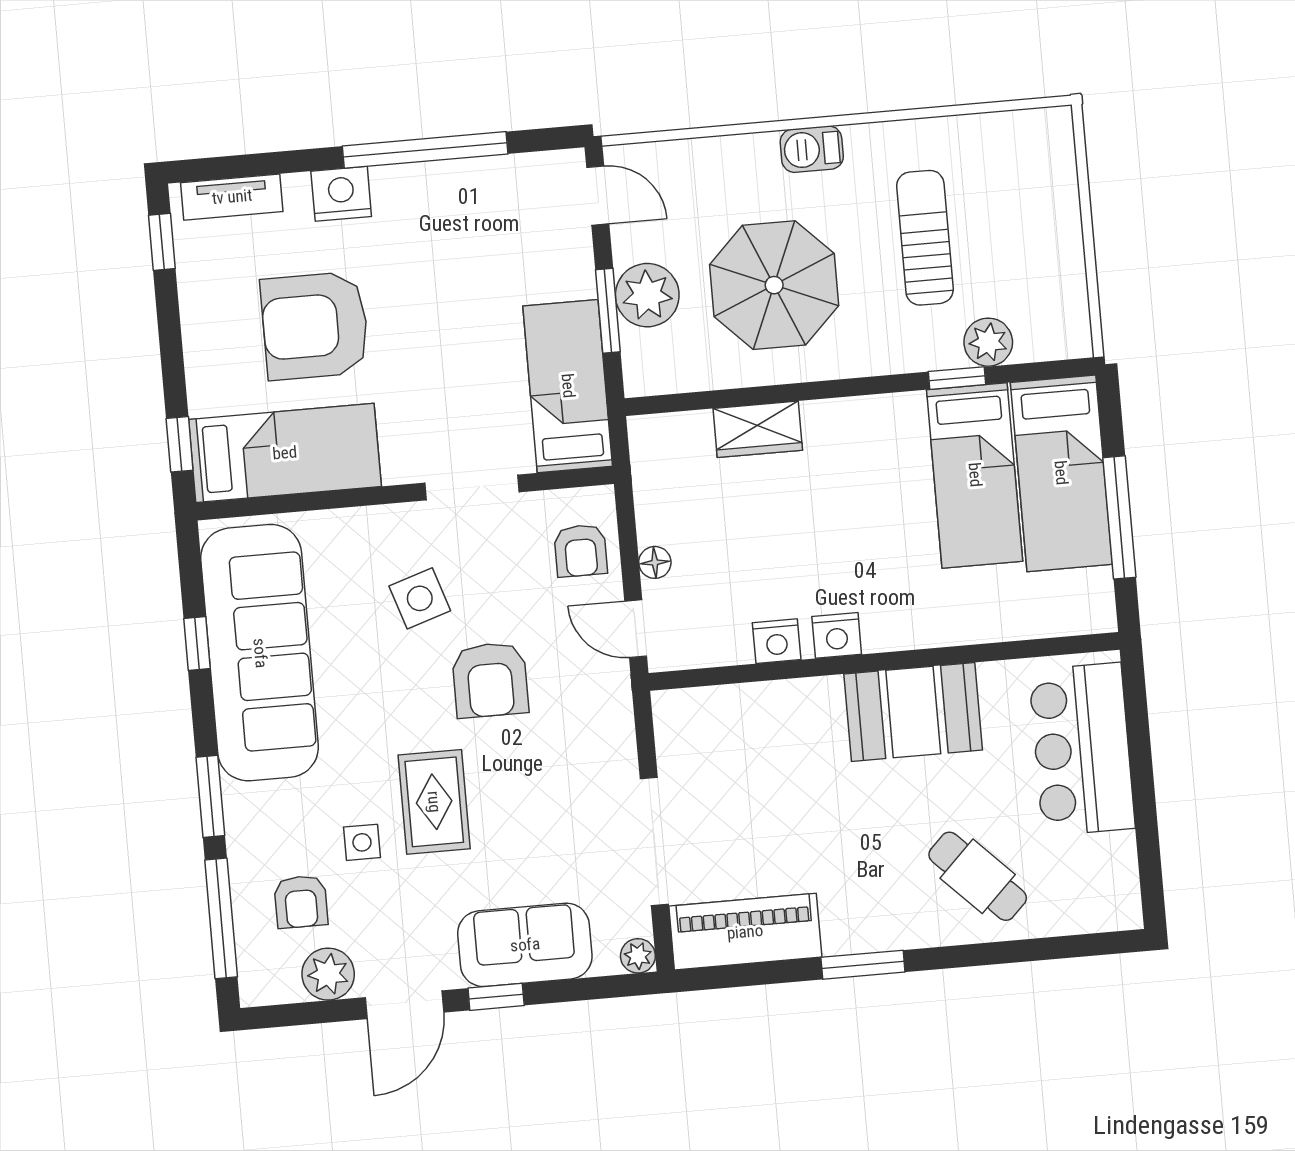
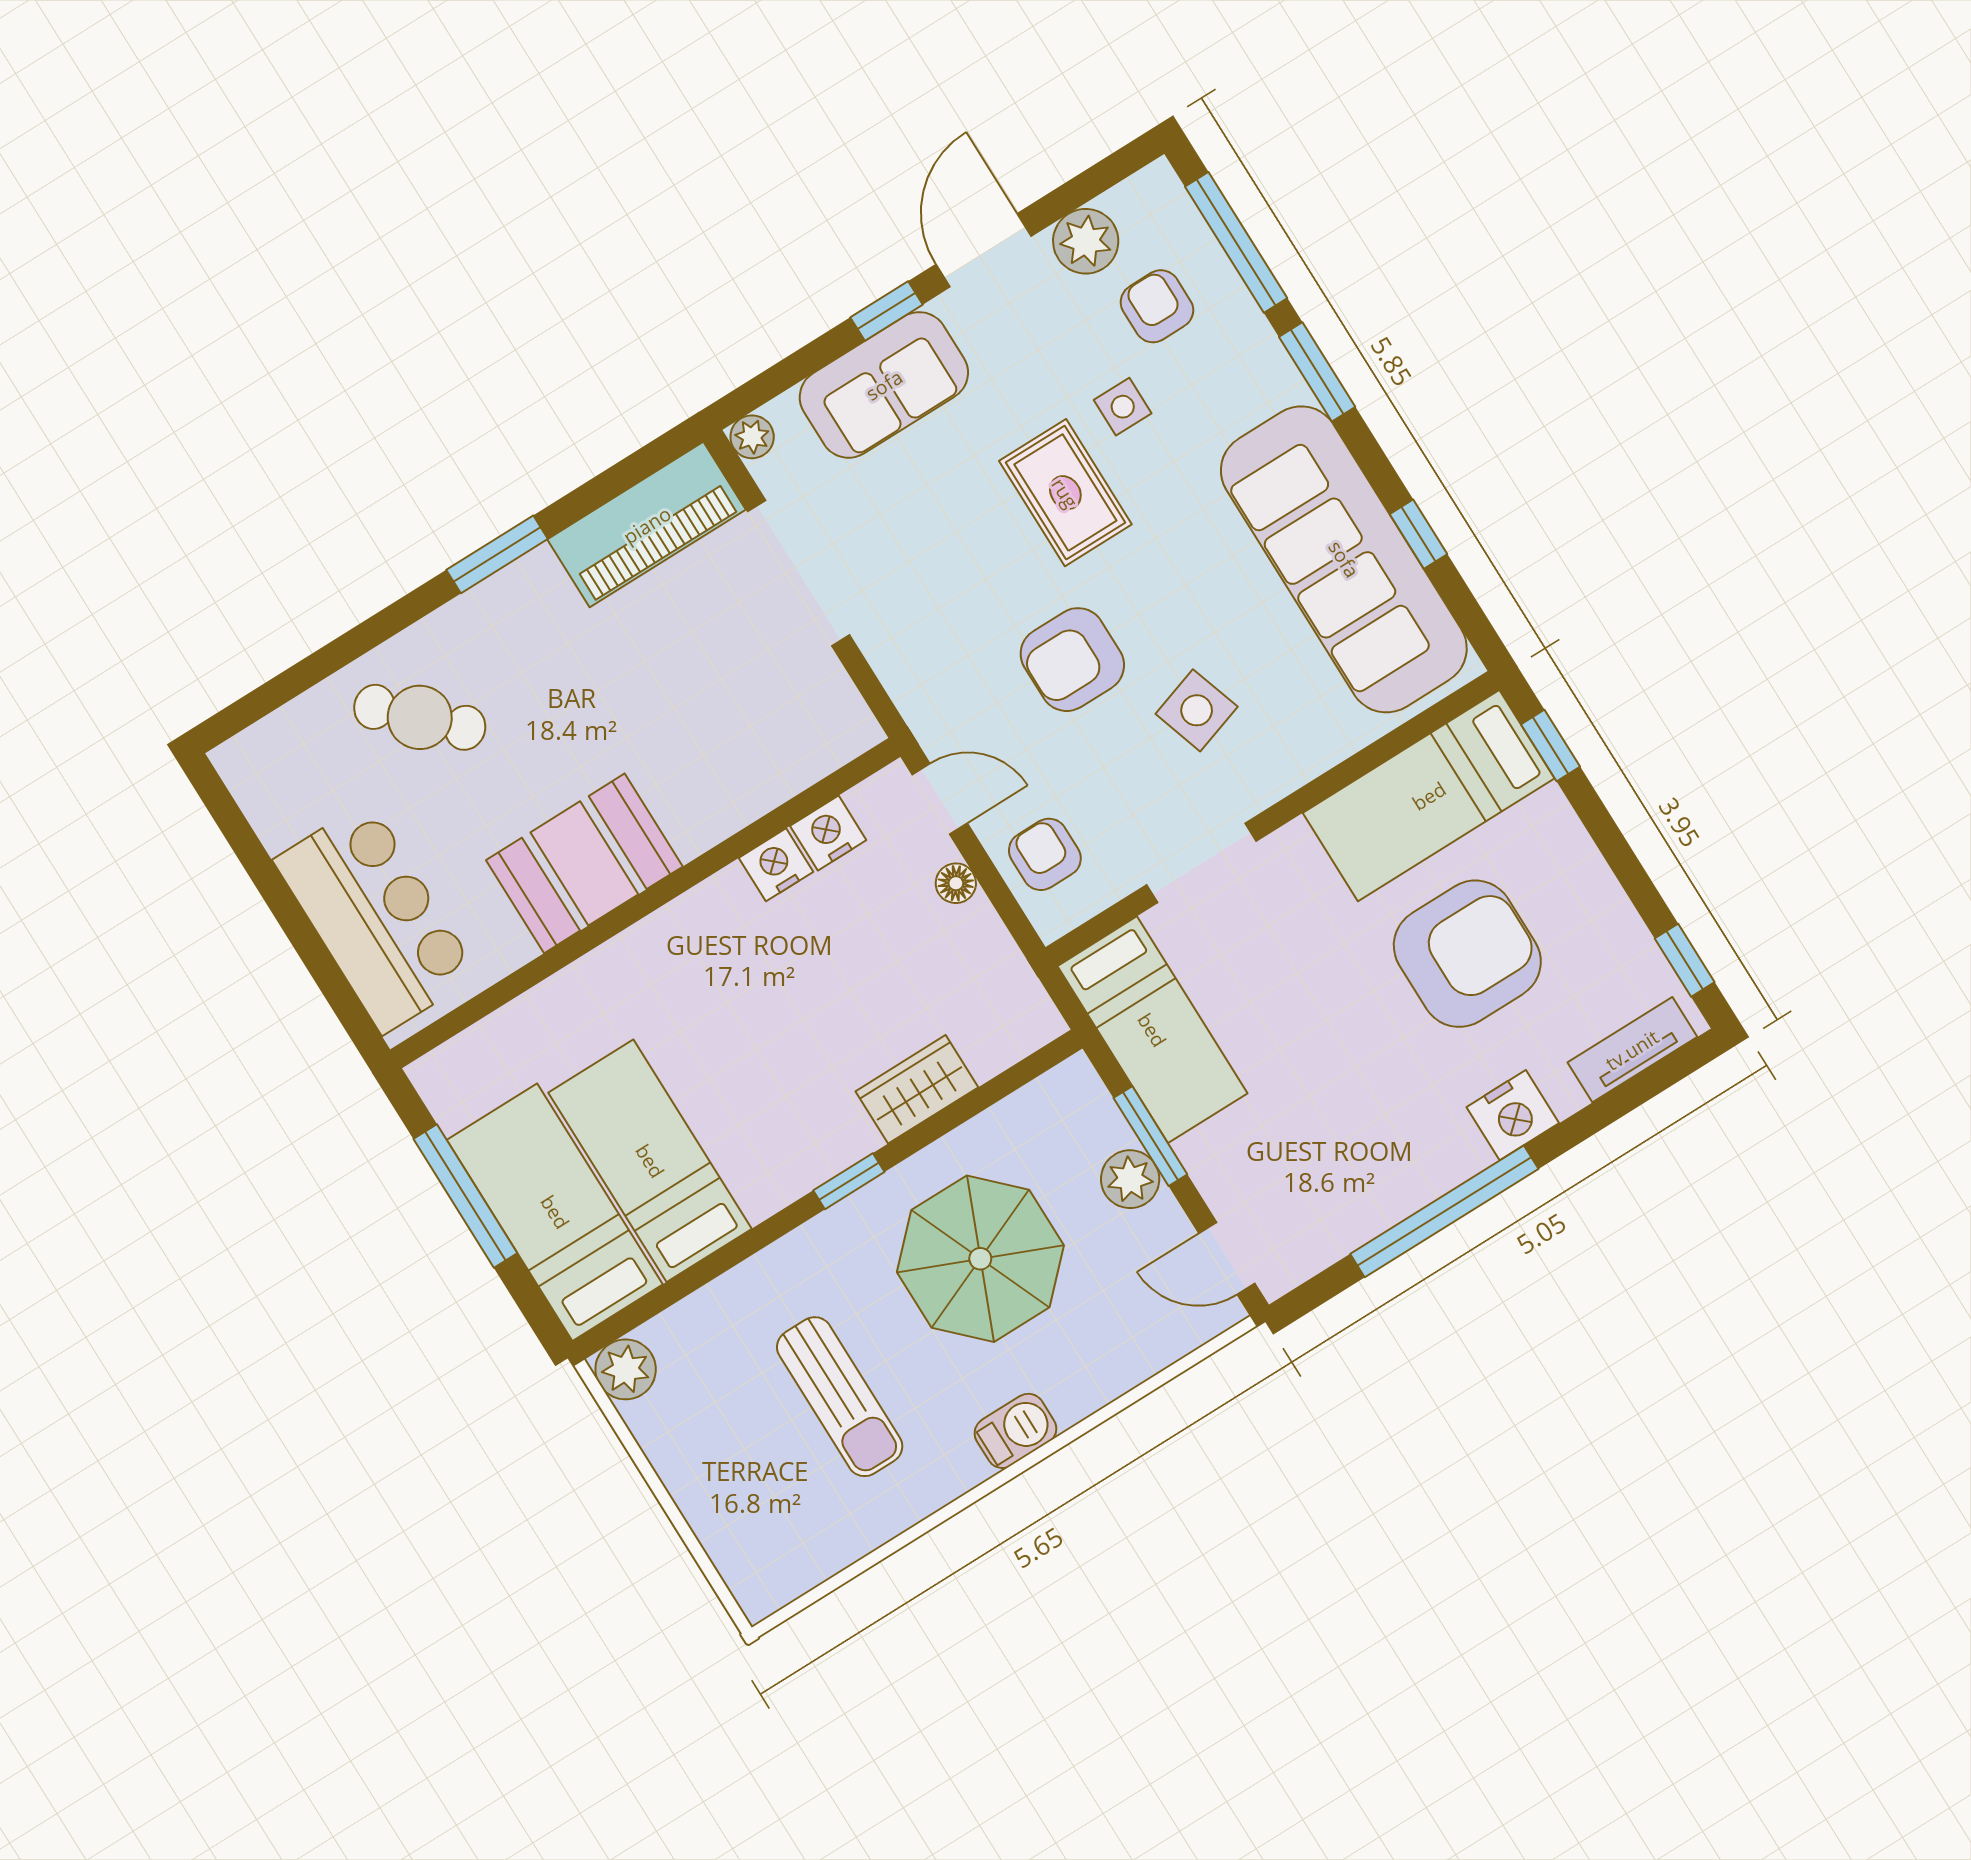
plant: (647, 295) -> (1130, 1179), width x0.73, depth x0.73
plant: (988, 342) -> (626, 1369), moved
window: (957, 378) -> (849, 1181), moved
nightstand: (837, 635) -> (828, 833), moved
armchair: (490, 680) -> (1072, 660), turned -90

